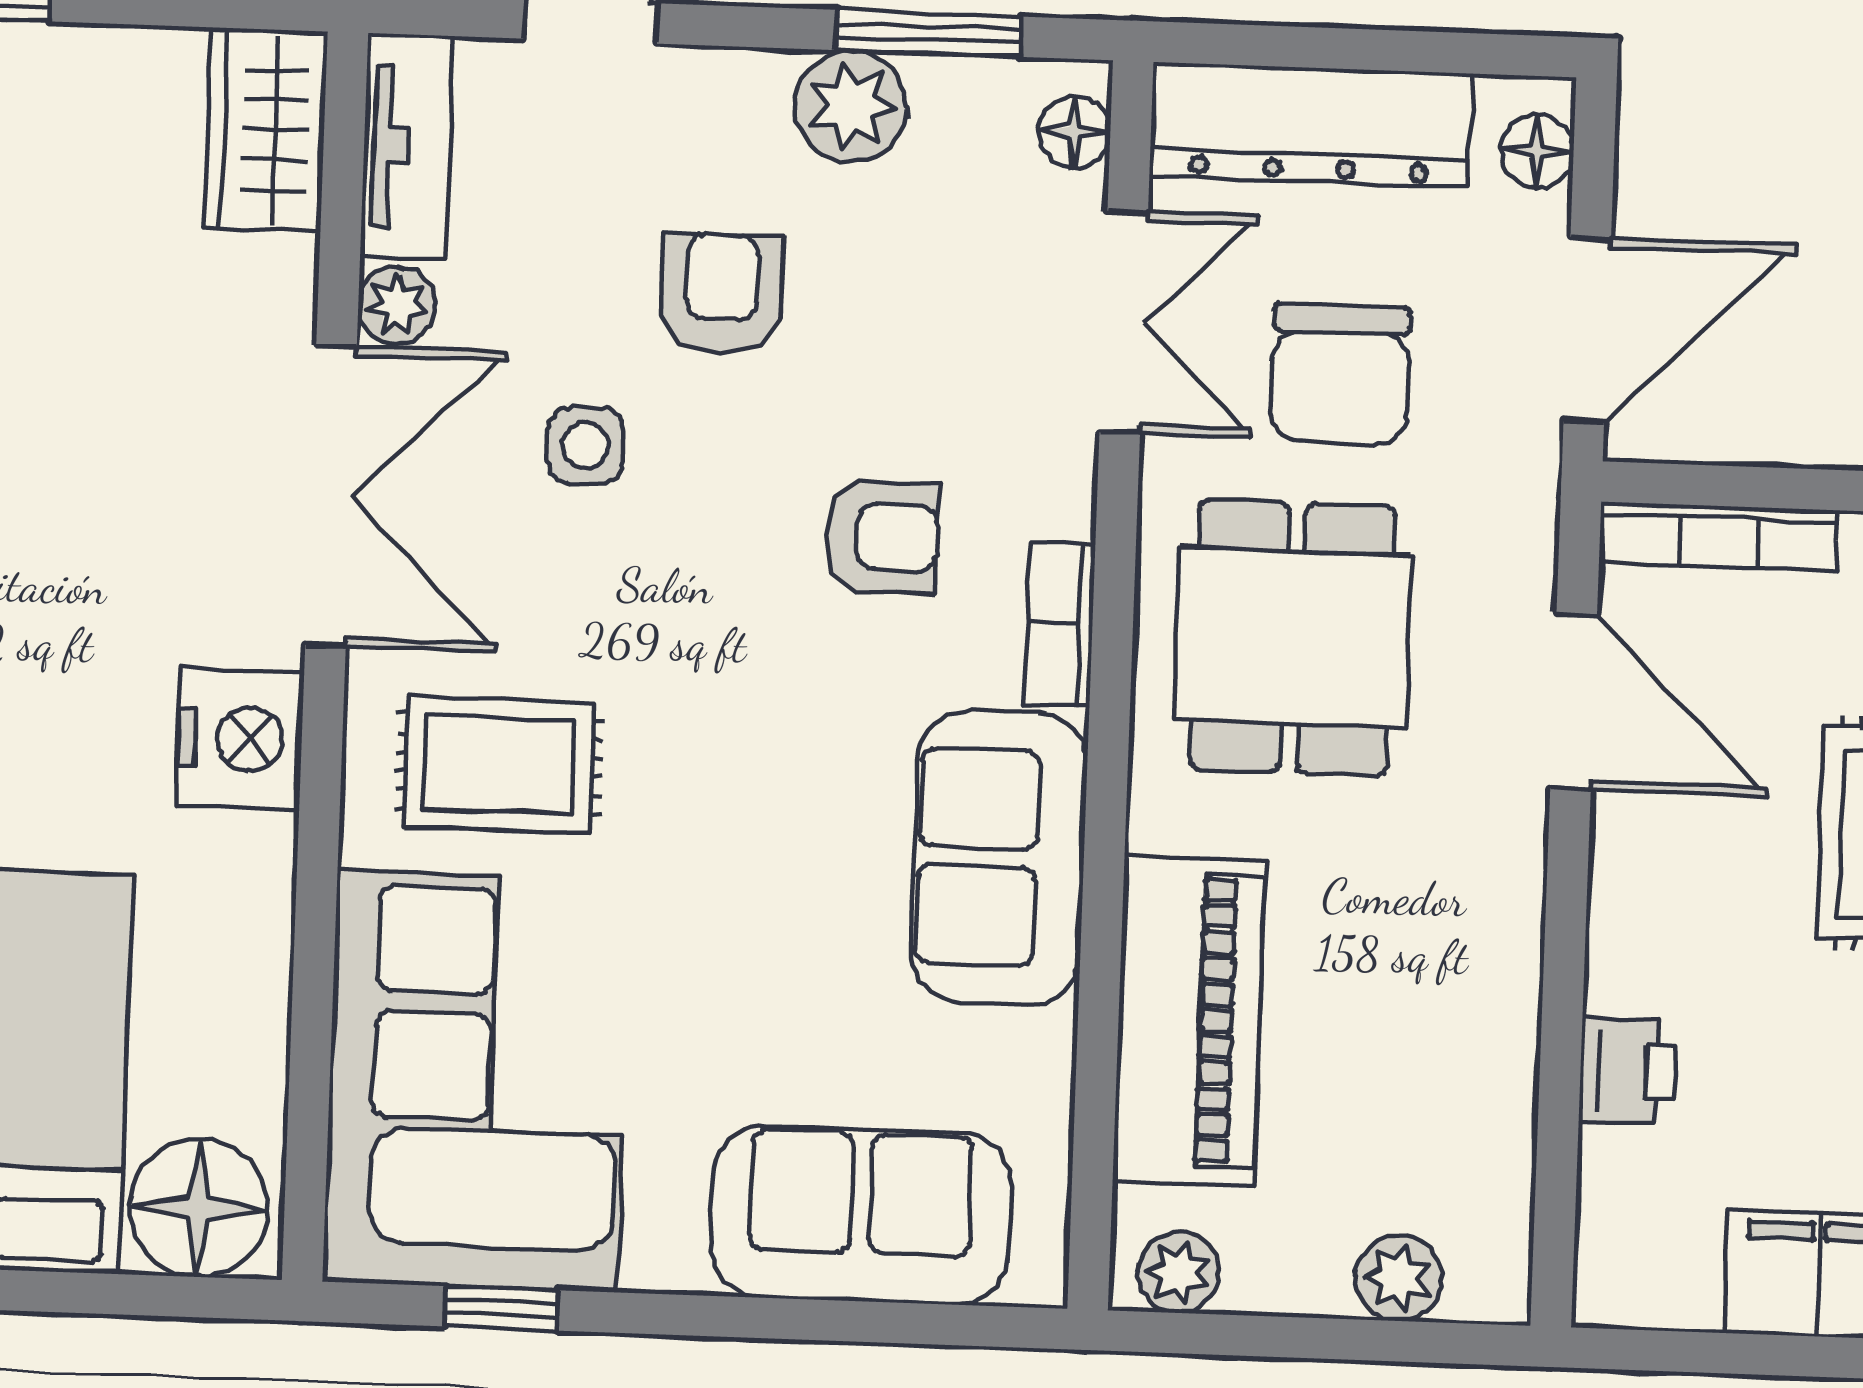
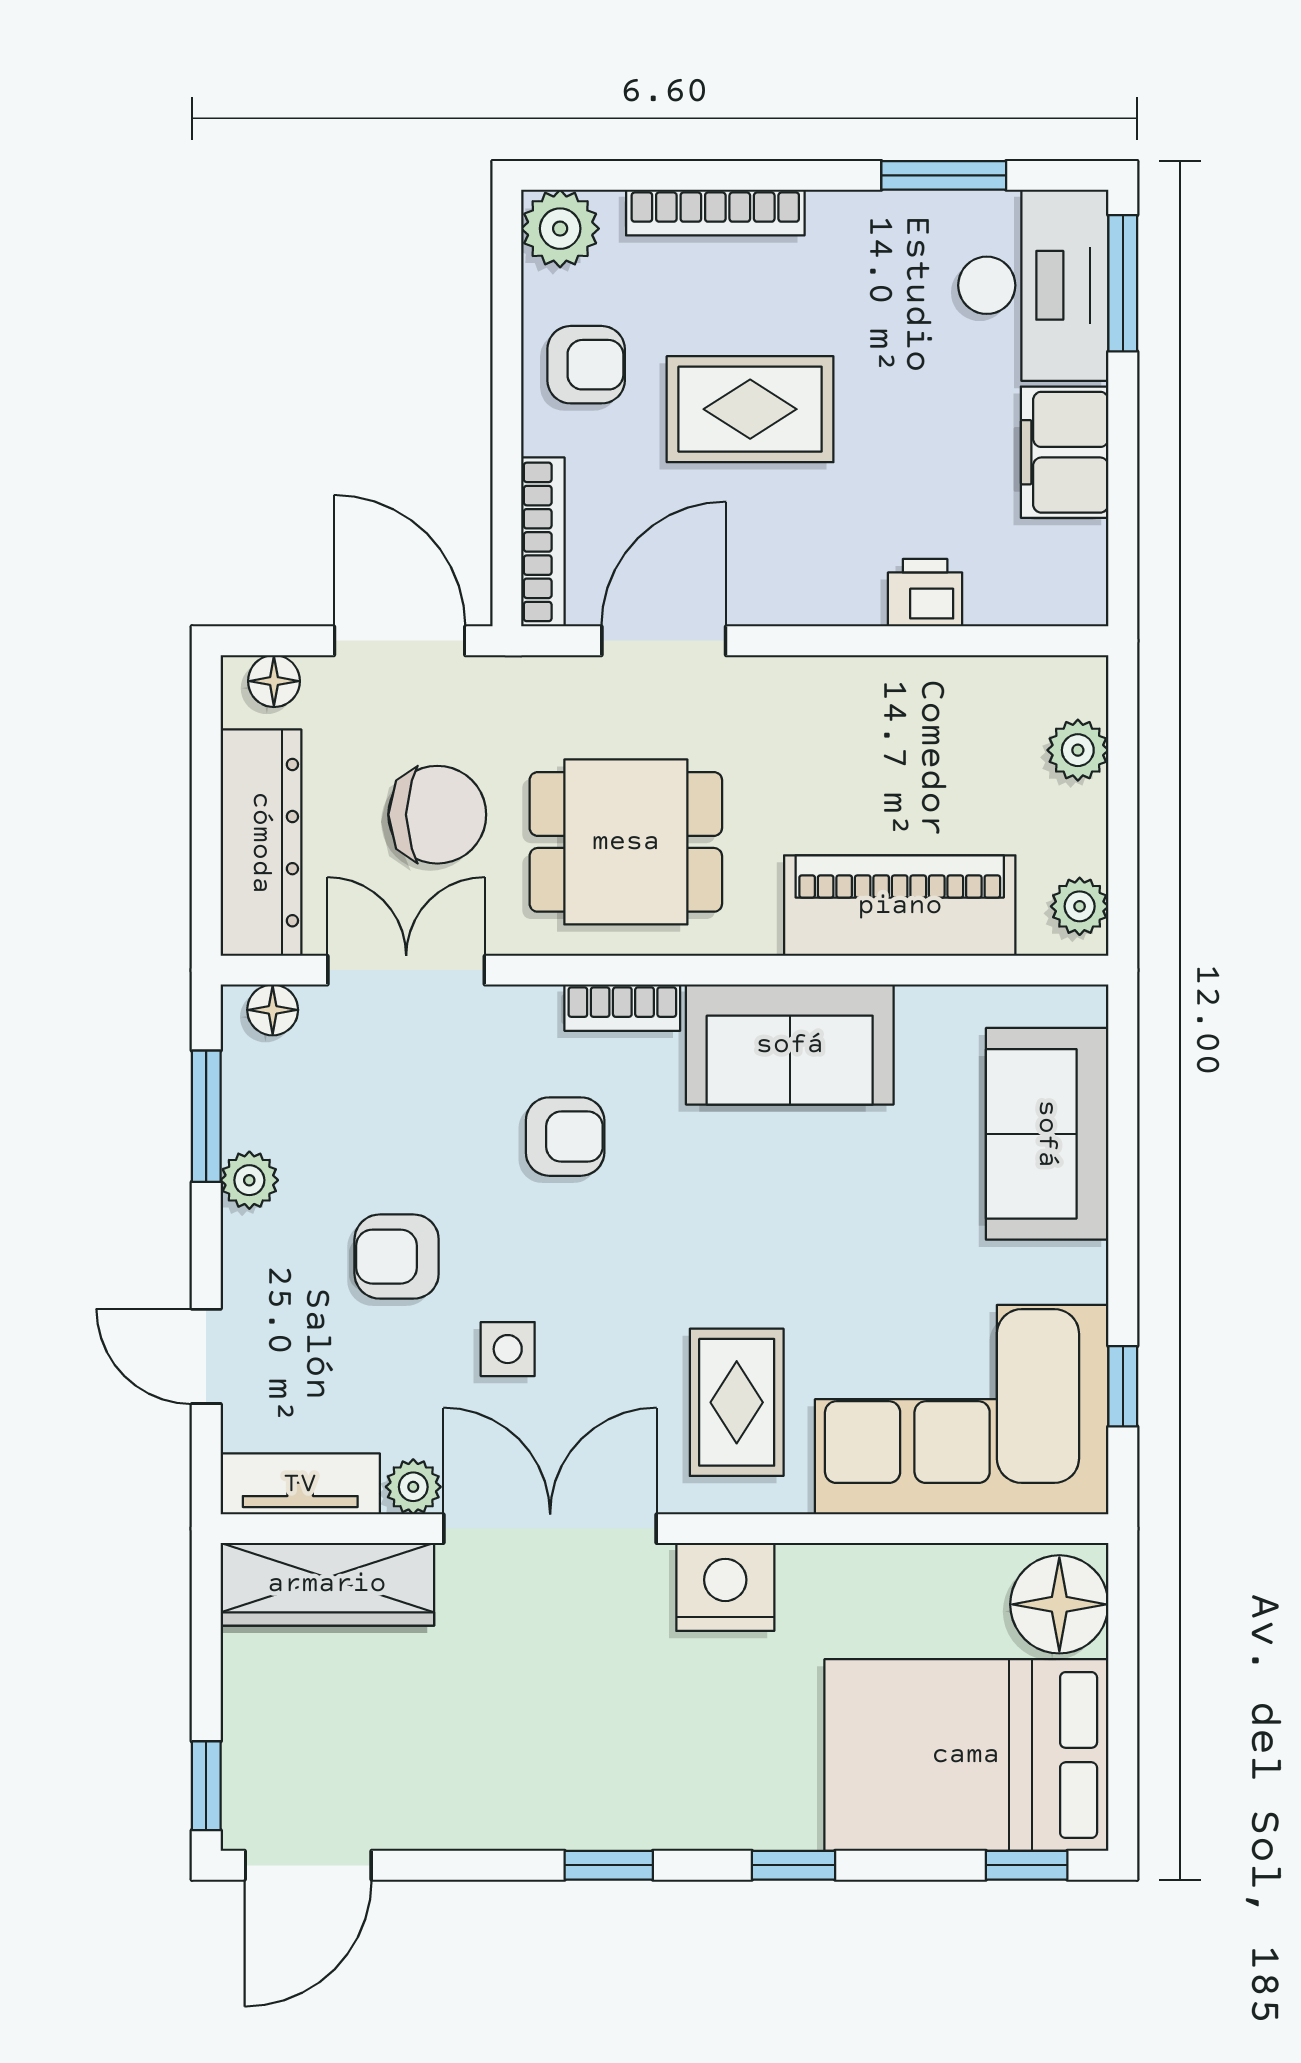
plant: (851, 106) -> (249, 1180), width x0.73, depth x0.73
wardrobe: (266, 130) -> (327, 1584), width x1.50
armchair: (882, 537) -> (565, 1137), turned 90

